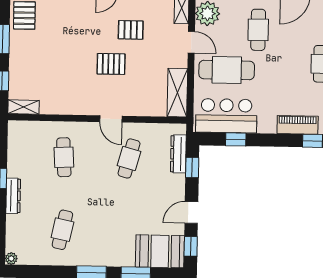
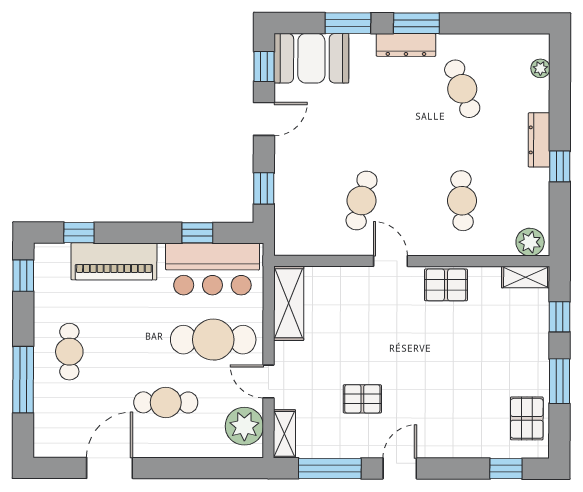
cafe table: (258, 30) -> (166, 402), turned 90
pallet: (111, 64) -> (446, 285), moved
piano: (298, 125) -> (114, 261), width x1.37, depth x1.33
plant: (20, 130) -> (530, 242), added
dresser: (178, 154) -> (406, 45), moved, turned 90
cafe table: (62, 230) -> (462, 89), turned -33
plant: (11, 259) -> (540, 68), moved

